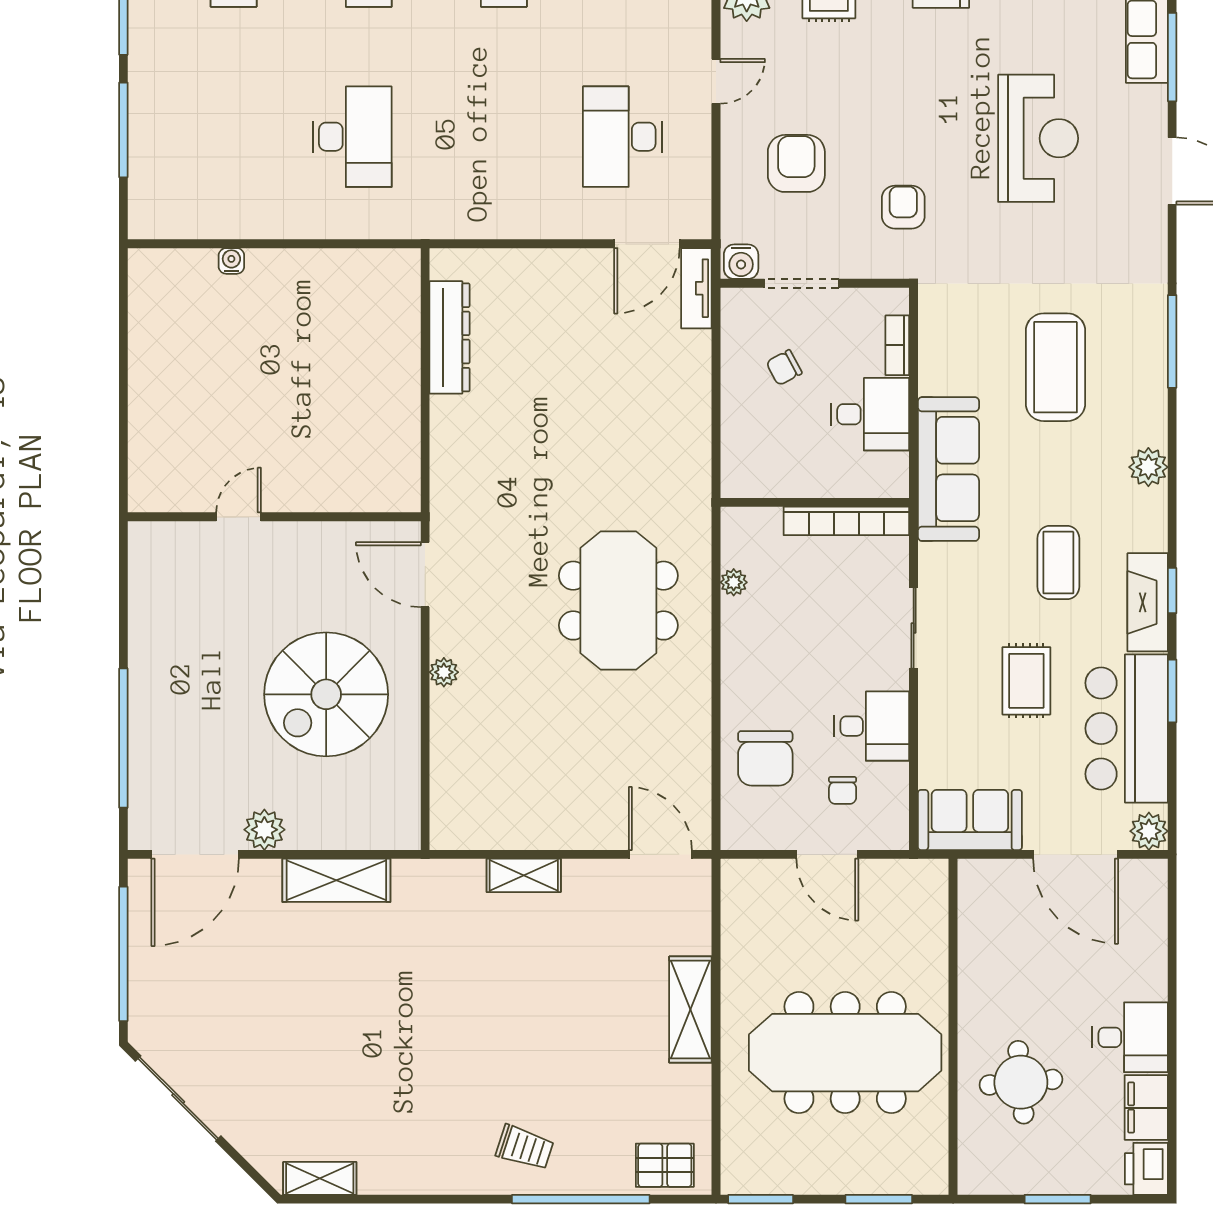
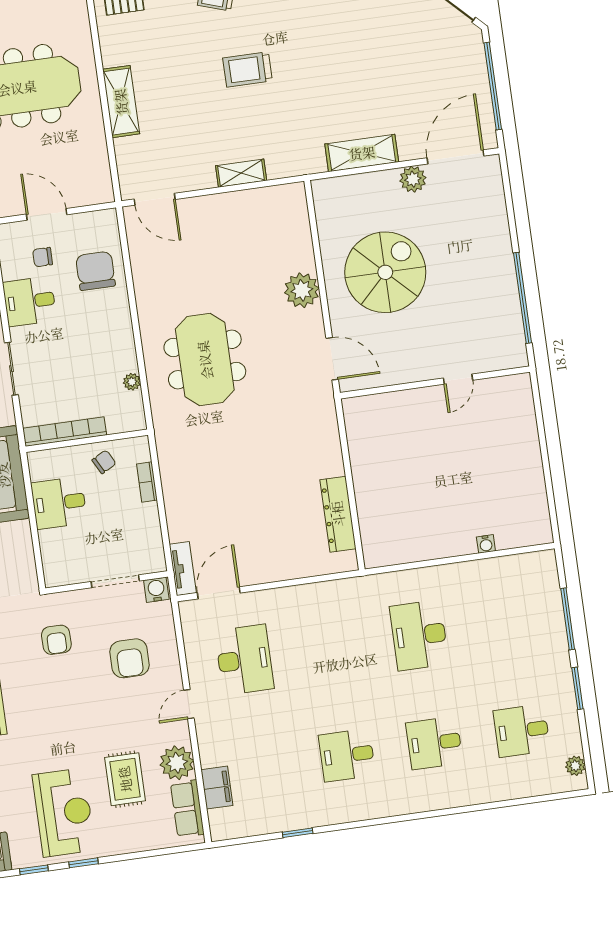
bookcase: (897, 345) -> (147, 482), moved, turned 180
chair: (784, 368) -> (104, 462), moved
plant: (444, 672) -> (302, 290), width x1.88, depth x1.88
window: (123, 738) -> (523, 298), moved
chair: (843, 790) -> (43, 257), turned -90
trolley: (492, 1031) -> (247, 69), added

